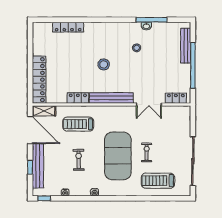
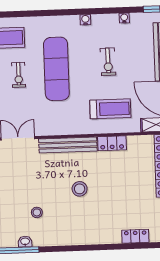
locker: (68, 27) -> (135, 236), width x0.66
exercise mat: (118, 156) -> (56, 69), width x0.68

